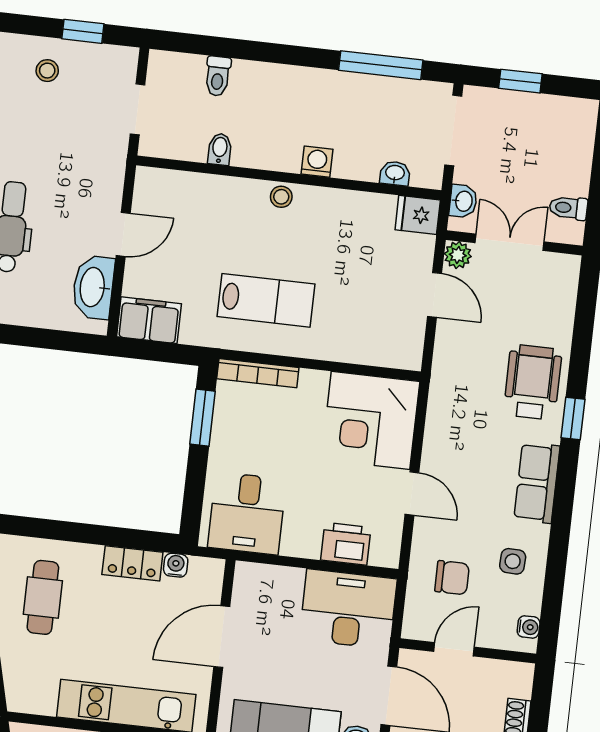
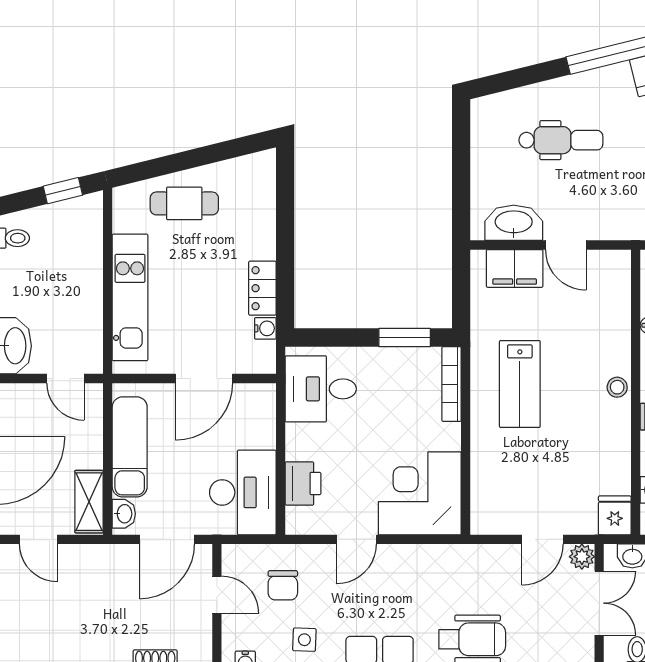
filing cabinet: (149, 320) -> (515, 268), moved, turned 90
cafe table: (43, 597) -> (184, 203), moved
door: (222, 637) -> (204, 379), swing flipped

